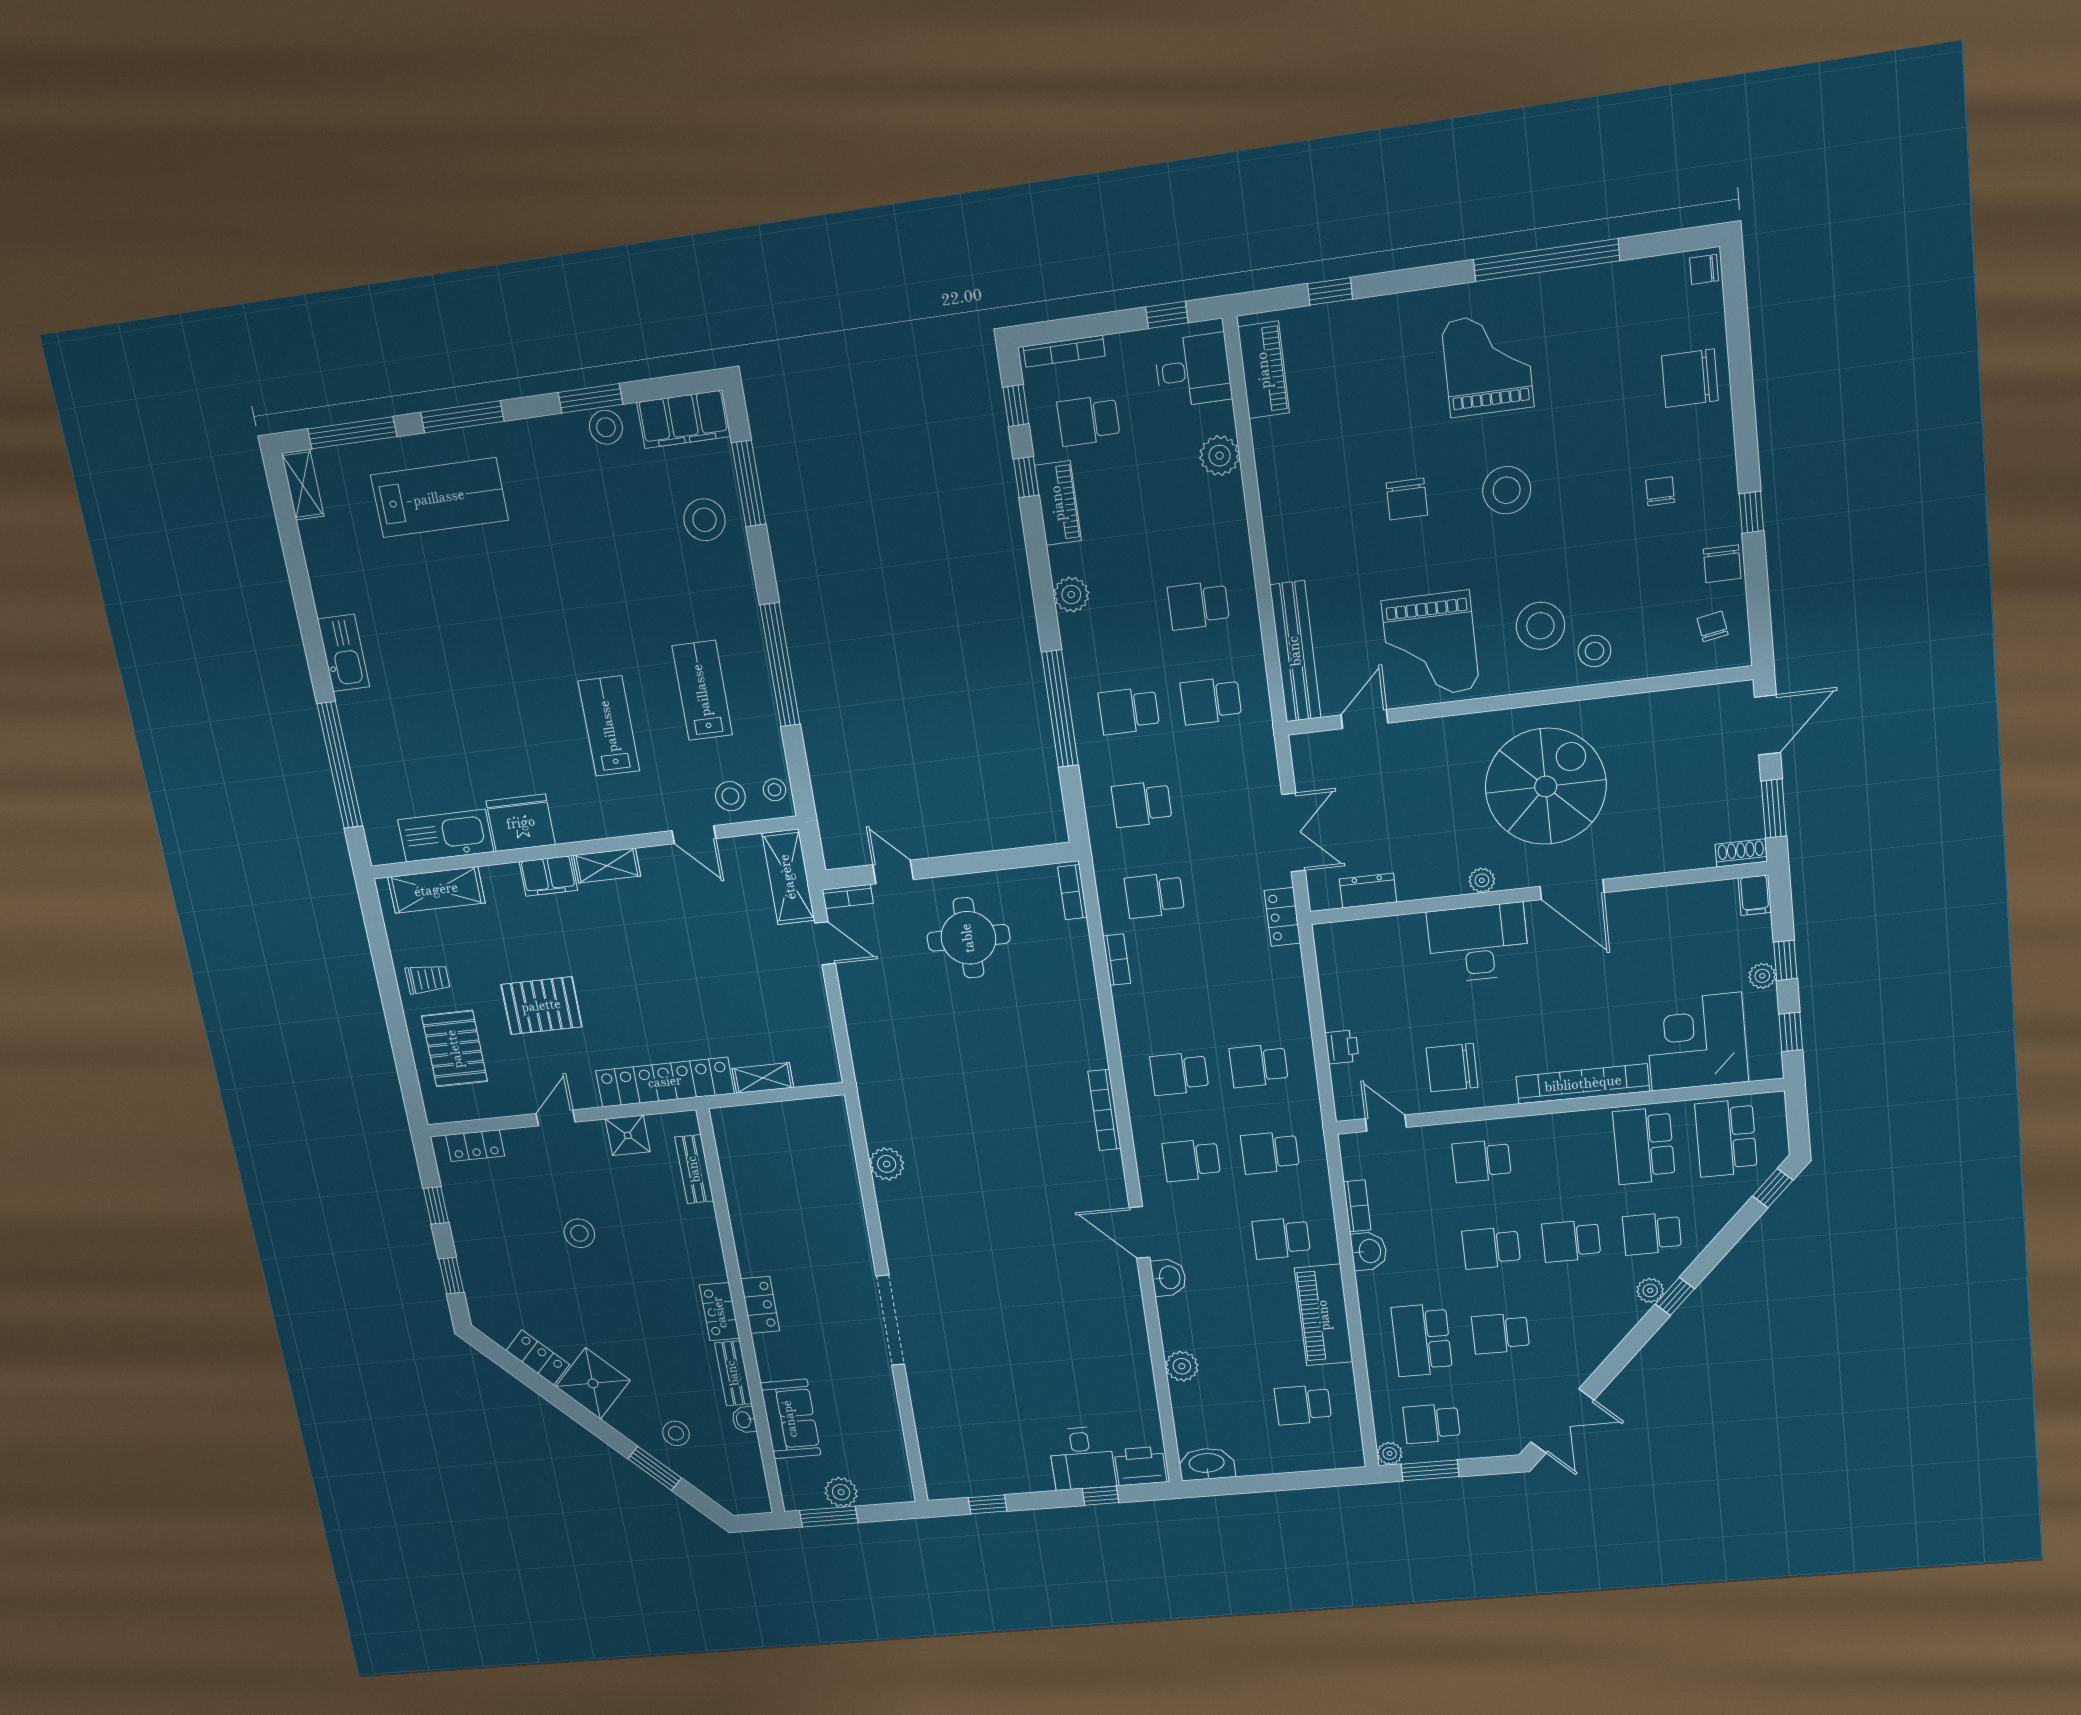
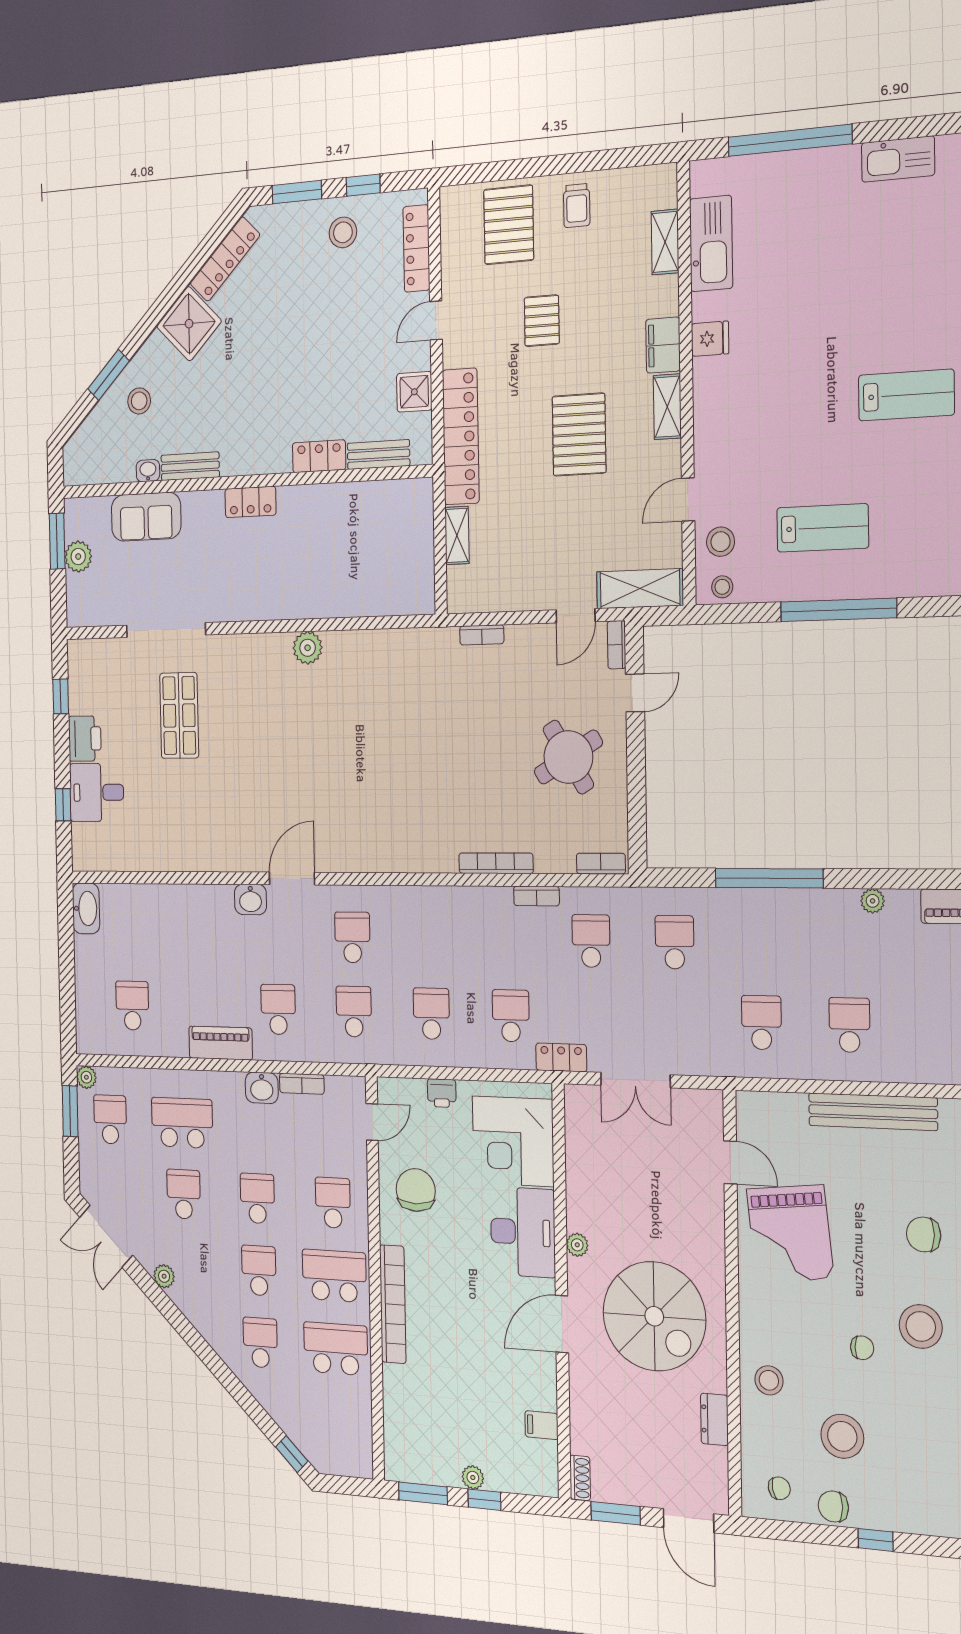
chair: (1660, 491) -> (862, 1348), moved
plant: (1071, 595) -> (873, 901), width x0.73, depth x0.73
stool: (1540, 626) -> (842, 1436), moved
grand piano: (1430, 645) -> (790, 1234), turned -96
bench: (1295, 651) -> (873, 1112), moved
school desk: (1129, 711) -> (760, 944), removed
lab bench: (609, 726) -> (906, 395), moved
fridge: (521, 823) -> (710, 339), width x0.53, depth x0.75
shelving: (436, 890) -> (665, 242), width x0.67, depth x0.75
dresser: (1368, 891) -> (714, 1419), moved, turned 180
filing cabinet: (1755, 895) -> (542, 1425), moved
round table: (968, 938) -> (568, 757), turned -31
pallet: (646, 956) -> (579, 435), added
pallet: (541, 1006) -> (542, 321), width x0.67, depth x0.71
window: (1791, 1032) -> (423, 1493), width x1.50
corner desk: (1697, 1042) -> (513, 1141), moved, turned 180
bookcase: (858, 1043) -> (482, 635), added
pallet: (455, 1049) -> (509, 225), turned 90
school desk: (1179, 1074) -> (511, 1016), moved
bookcase: (1105, 1110) -> (496, 863), moved
door: (556, 1118) -> (436, 320), swing flipped
school desk: (1726, 1138) -> (334, 1276), moved
locker: (475, 1146) -> (416, 248), width x1.53
plant: (887, 1164) -> (308, 648), moved
stool: (579, 1233) -> (343, 232), moved
window: (451, 1276) -> (297, 192), width x1.50
plant: (1650, 1290) -> (164, 1276), moved
window: (1675, 1296) -> (206, 1353), removed
locker: (720, 1312) -> (319, 456), moved
piano: (1324, 1315) -> (221, 1043), width x0.73, depth x0.75
doorway: (890, 1320) -> (166, 630), moved
locker: (538, 1358) -> (225, 259), width x1.53
plant: (1182, 1366) -> (172, 899), removed
shop shelf: (988, 1370) -> (179, 716), added
printer: (1140, 1466) -> (85, 739), moved

